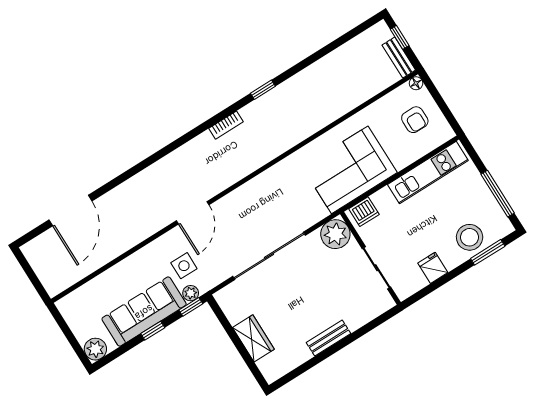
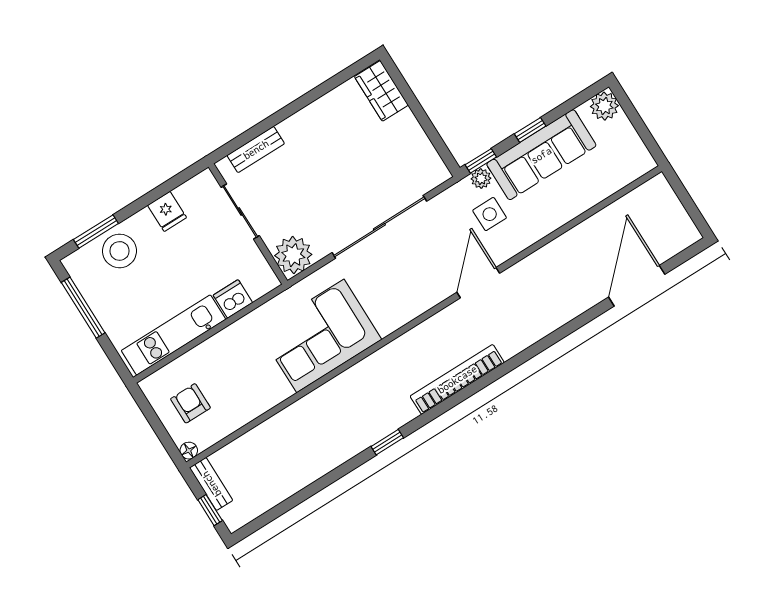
bookcase: (226, 125) -> (457, 379), width x2.31, depth x1.31
corner sofa: (350, 170) -> (320, 336), moved, turned 180
dishwasher: (364, 212) -> (233, 299), moved
wardrobe: (253, 338) -> (381, 91), moved
bench: (329, 338) -> (256, 149), moved

